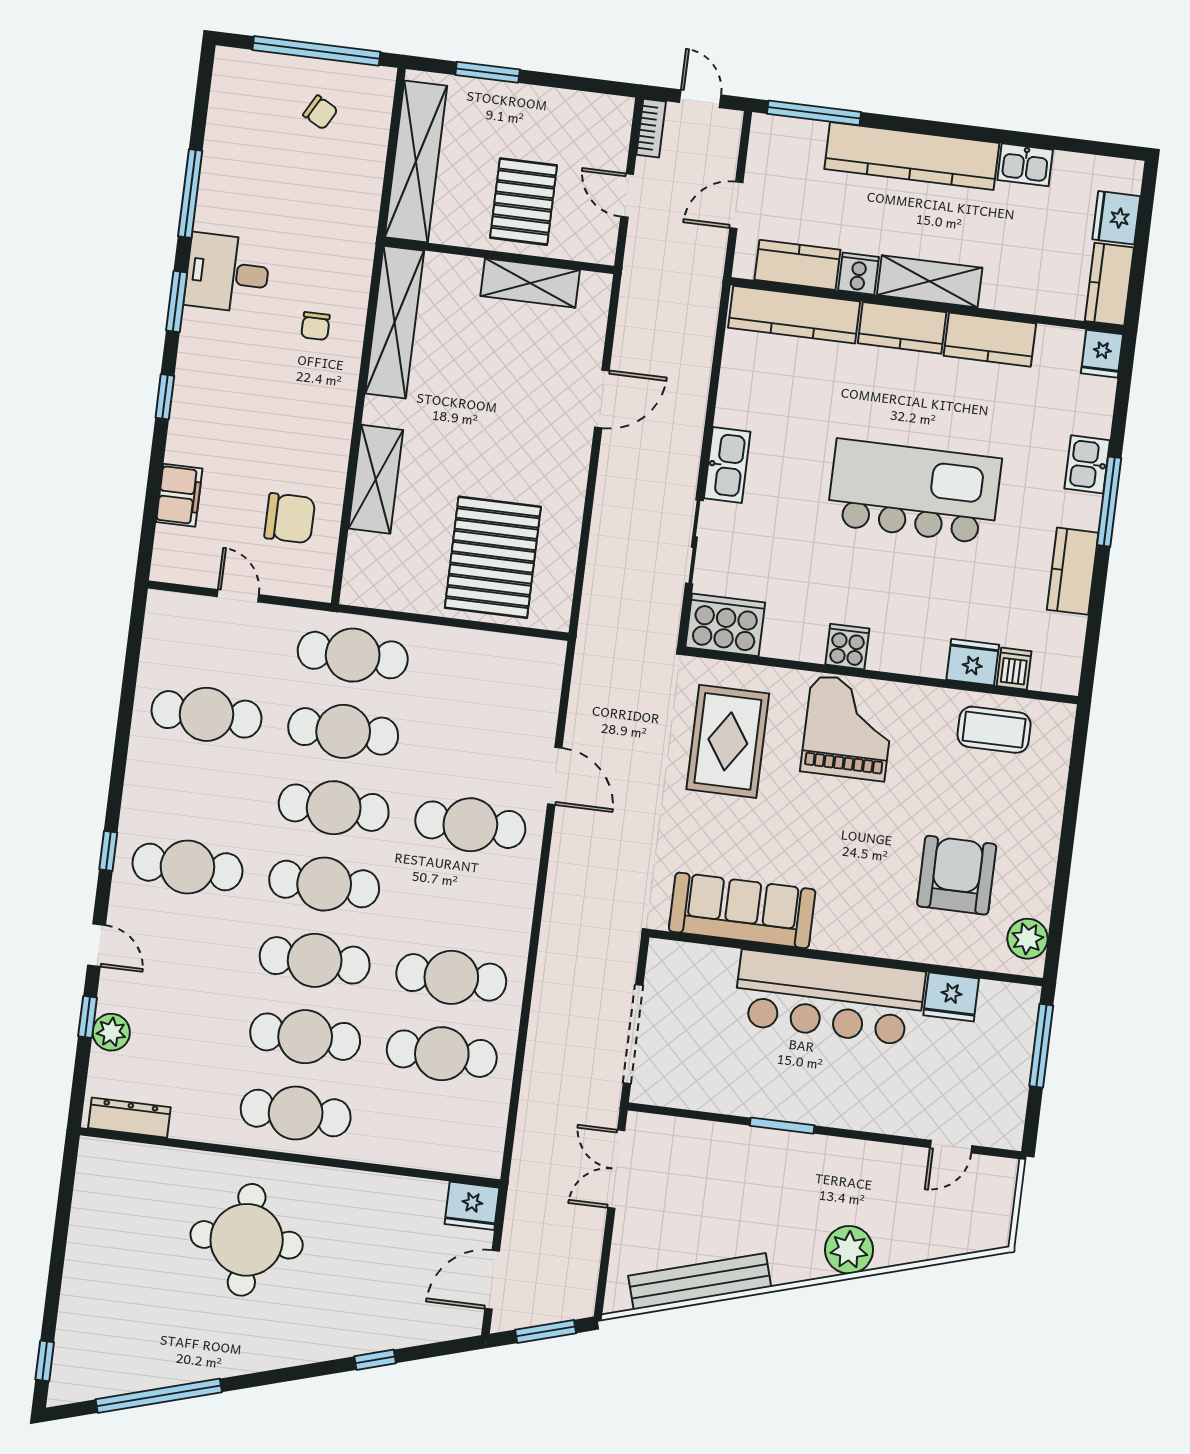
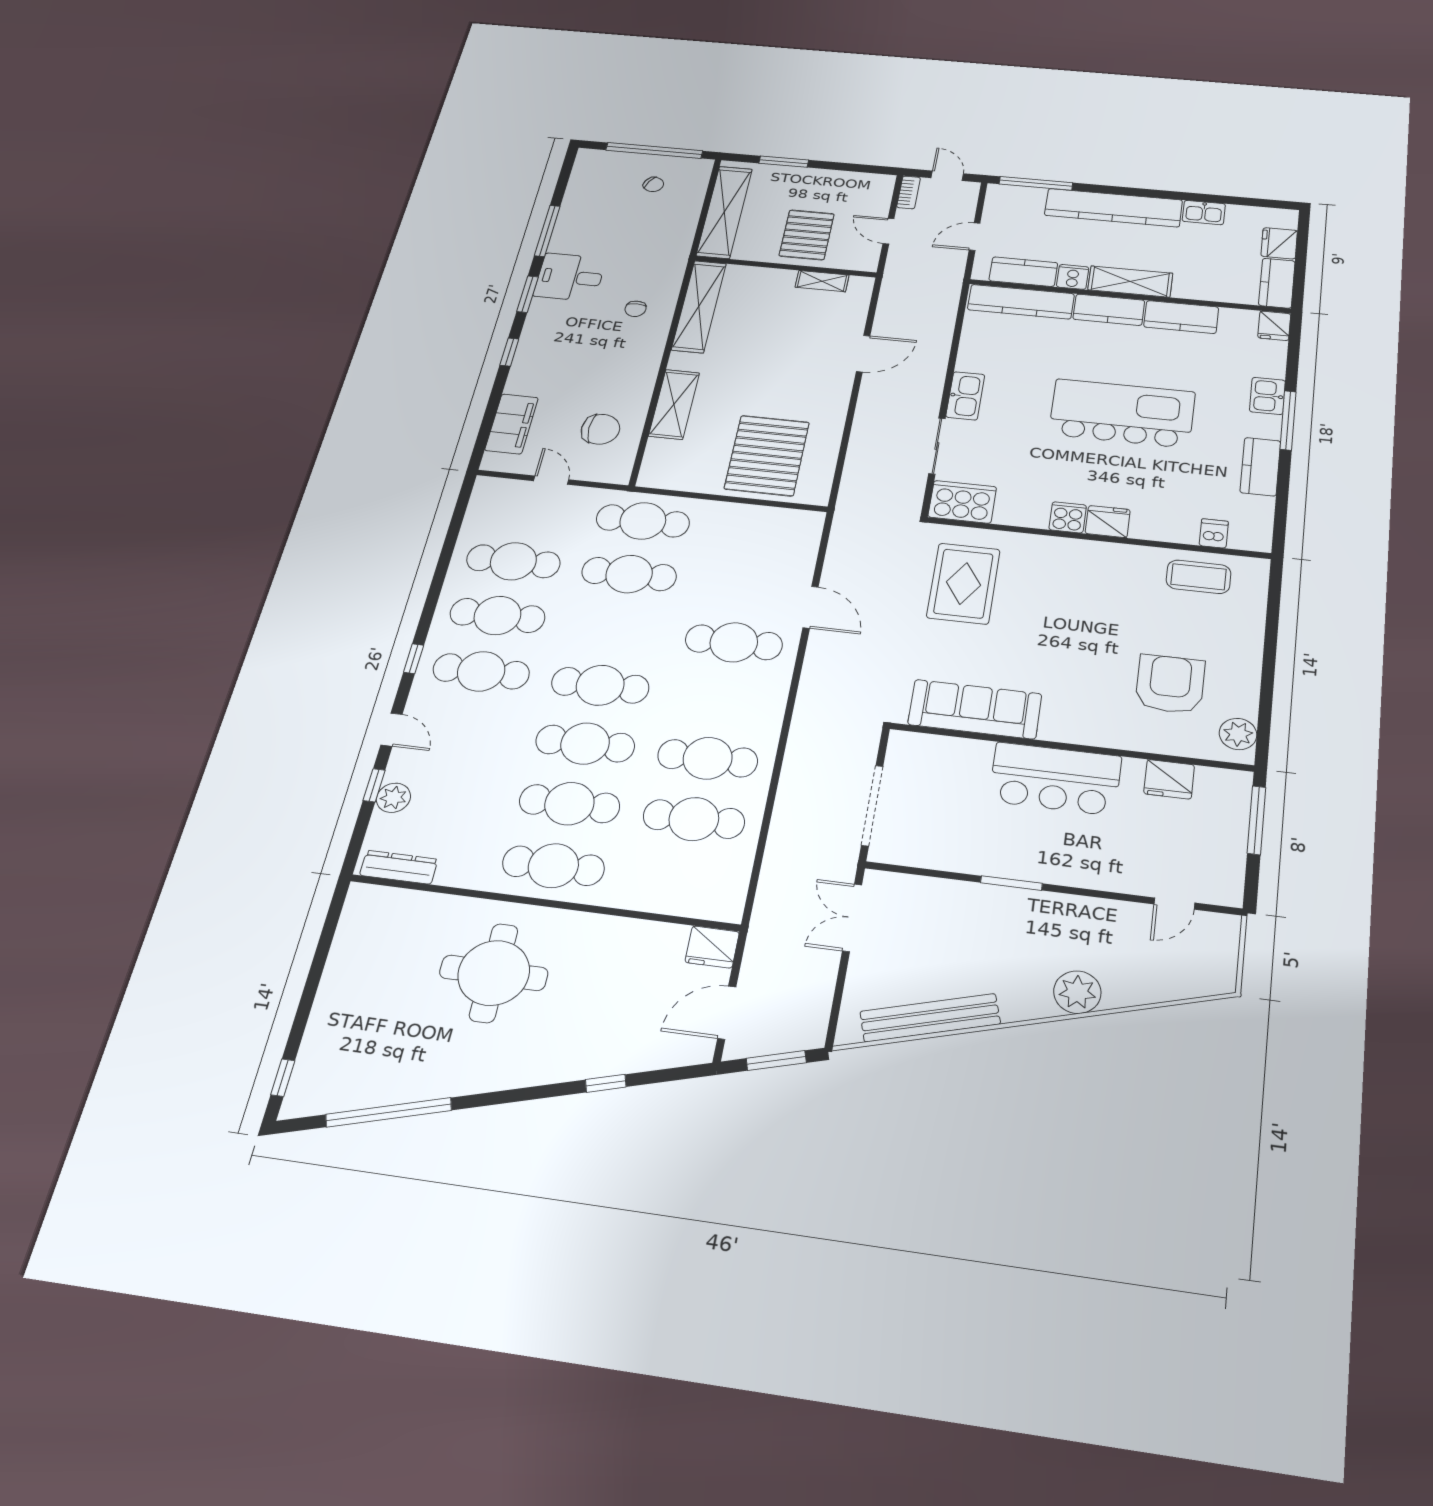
shelving: (530, 283) -> (822, 281), width x0.67, depth x0.75
filing cabinet: (179, 495) -> (512, 424), width x1.50, depth x1.17
fridge: (973, 662) -> (1108, 522), moved
grand piano: (848, 728) -> (1069, 575), removed
cafe table: (334, 808) -> (497, 615), moved
bar counter: (829, 998) -> (1055, 779), width x0.73

